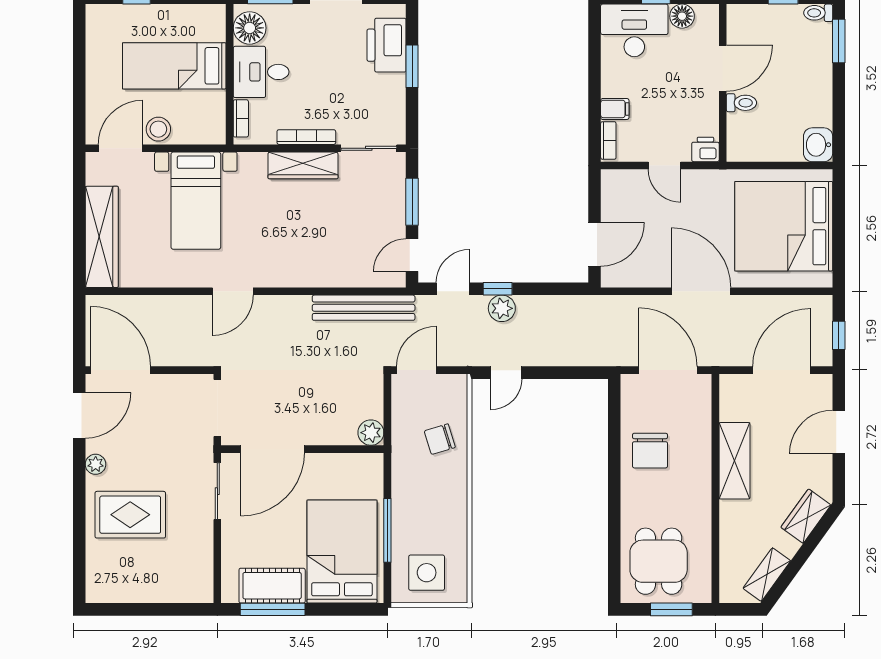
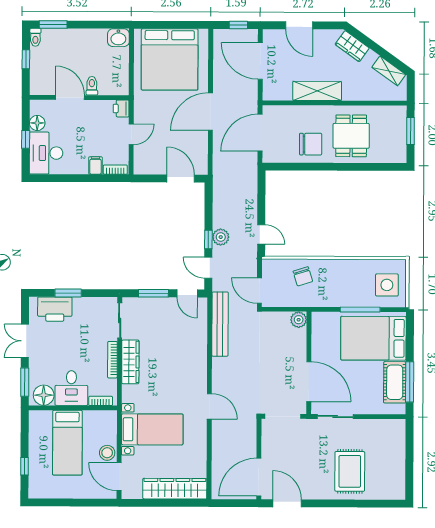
plant: (96, 464) -> (318, 493), removed
dining table: (659, 561) -> (351, 136), moved, turned 90

